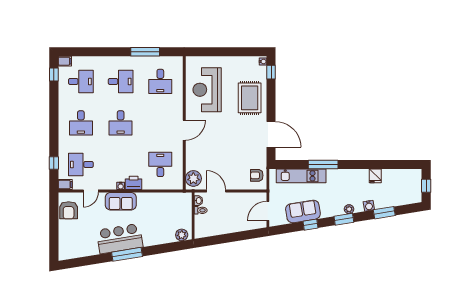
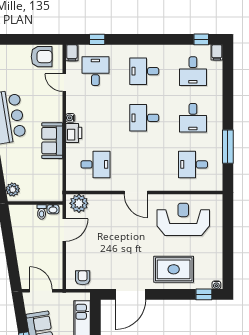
sofa: (121, 201) -> (52, 141), moved
armchair: (69, 210) -> (42, 57), turned 180

